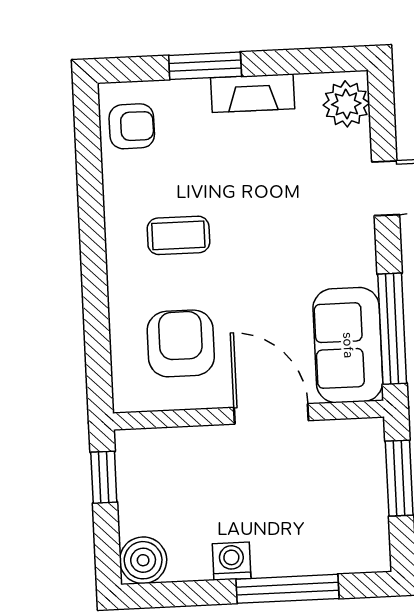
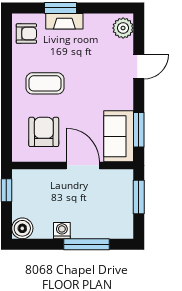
fireplace: (253, 93) -> (64, 21), moved
coffee table: (178, 235) -> (45, 83), width x1.36, depth x1.30
window: (392, 329) -> (139, 130), width x0.69

